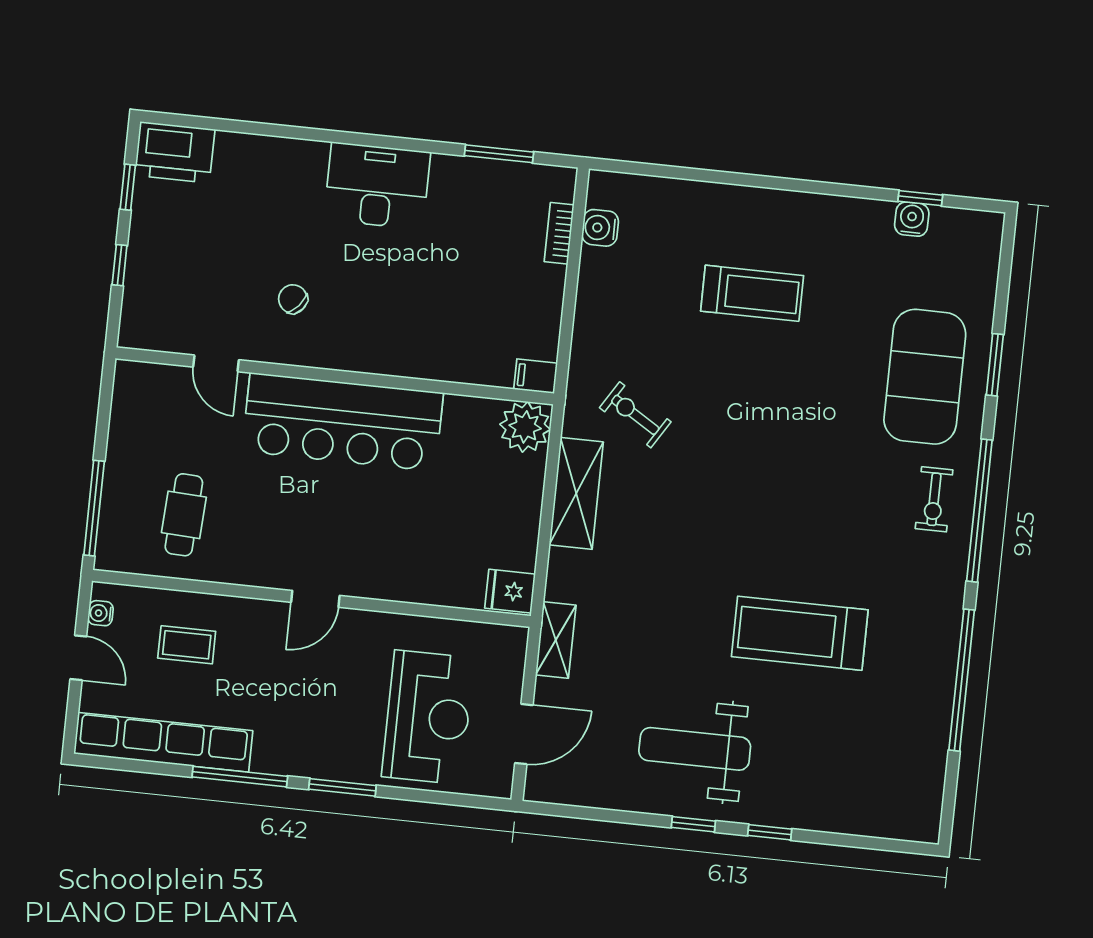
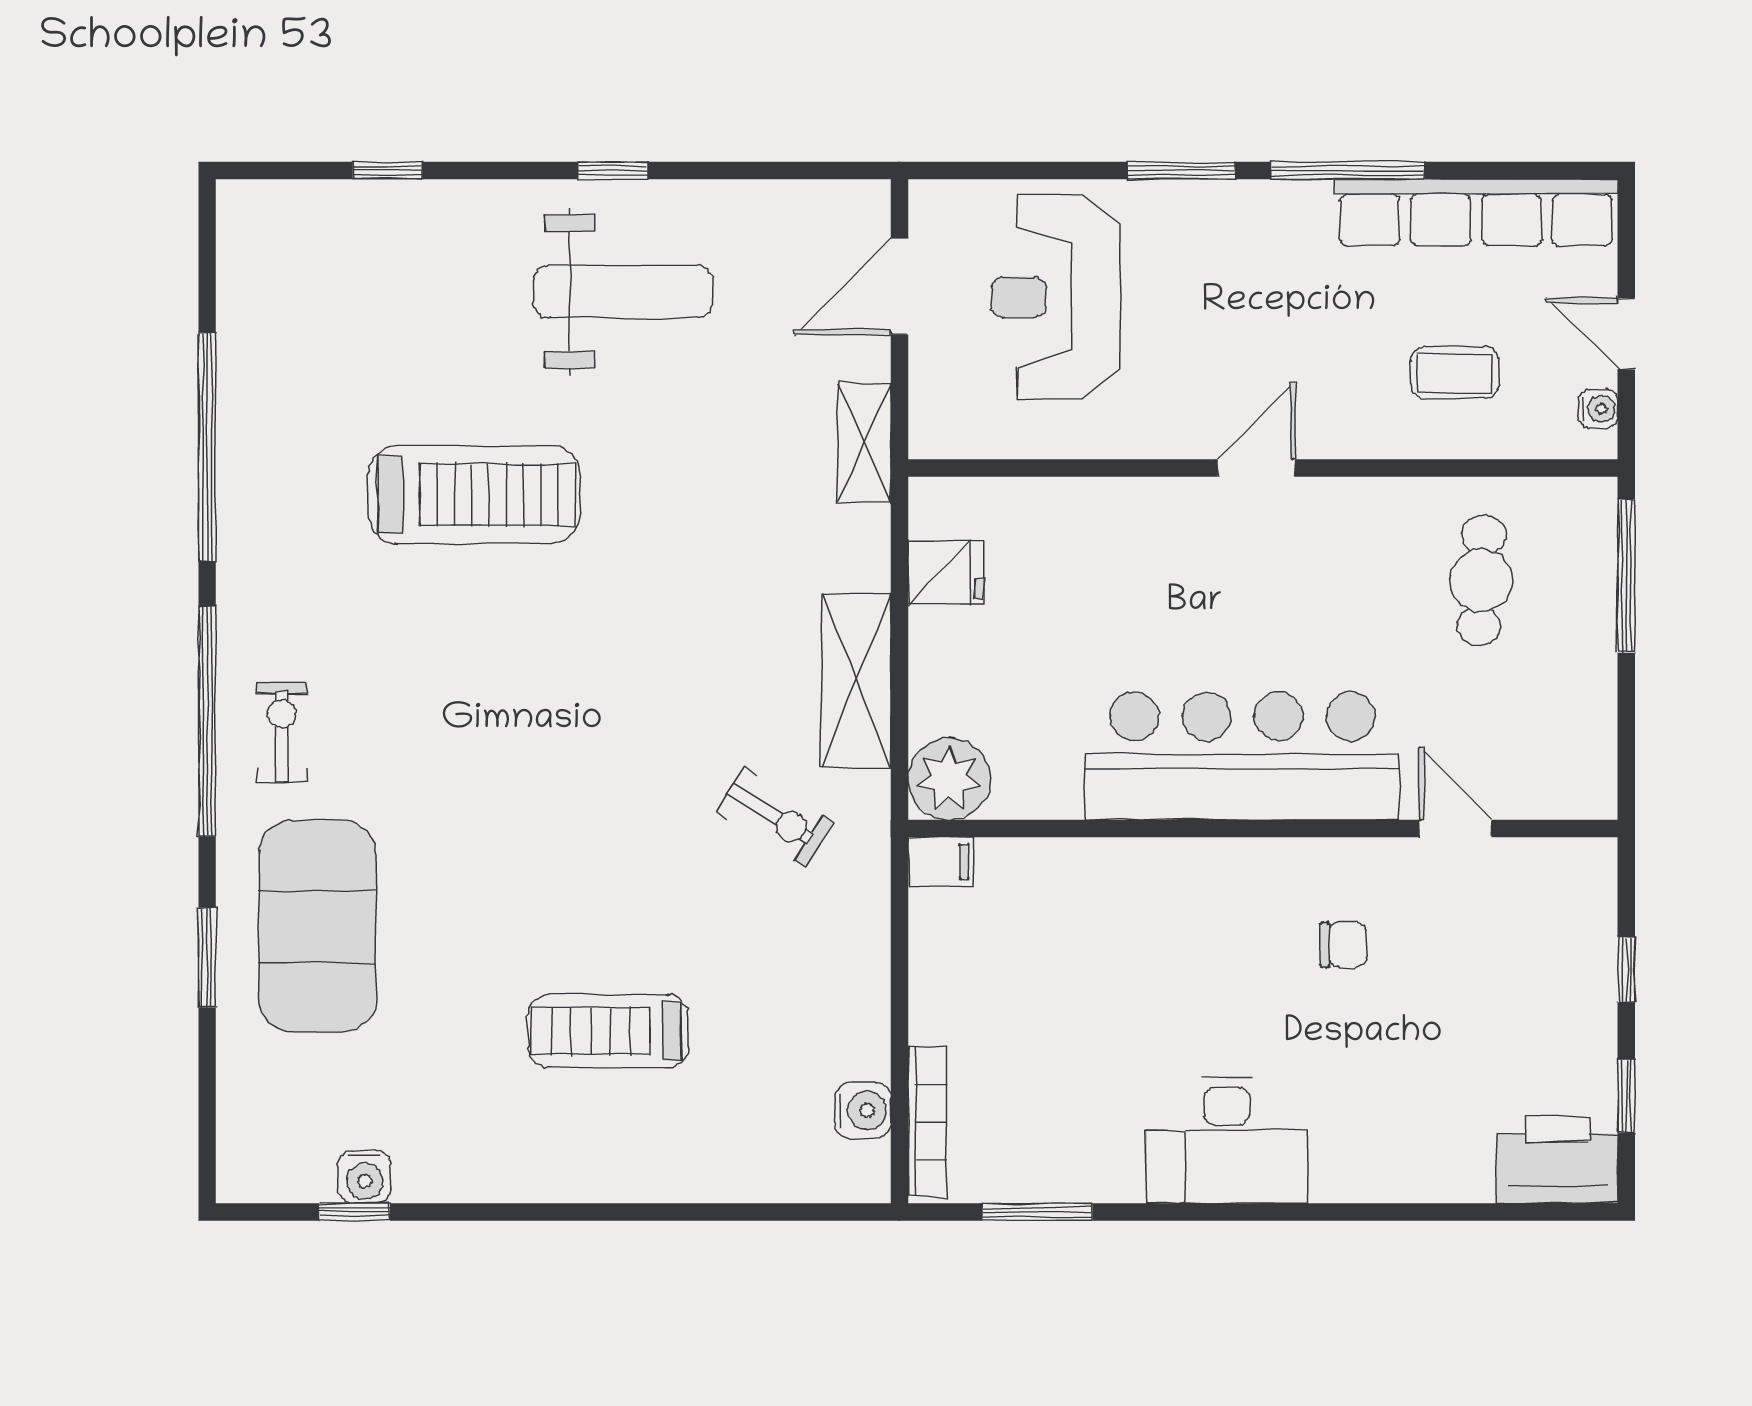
bookcase: (559, 233) -> (927, 1122), width x1.56
chair: (293, 299) -> (1343, 945), turned -40
fridge: (510, 591) -> (946, 572), moved
window: (770, 832) -> (387, 170), moved

